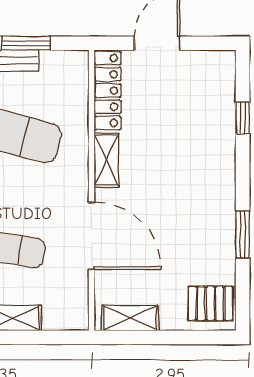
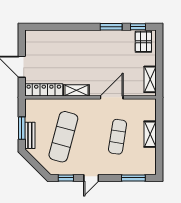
window: (243, 118) -> (138, 27), moved
door: (92, 236) -> (112, 97), width x0.73

